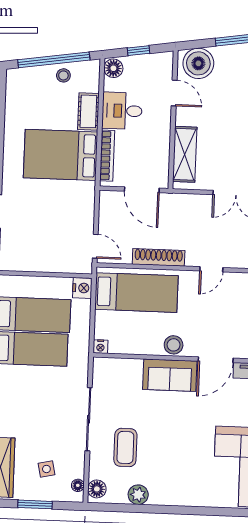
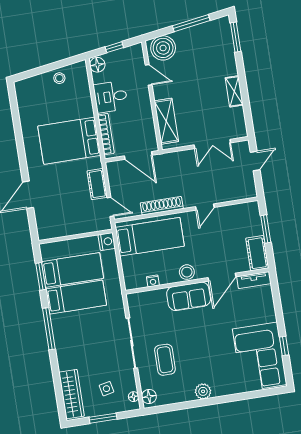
window: (54, 60) -> (49, 67), removed
cot: (88, 111) -> (97, 184), moved
nightstand: (100, 347) -> (153, 281), moved
plant: (138, 495) -> (203, 391), moved

